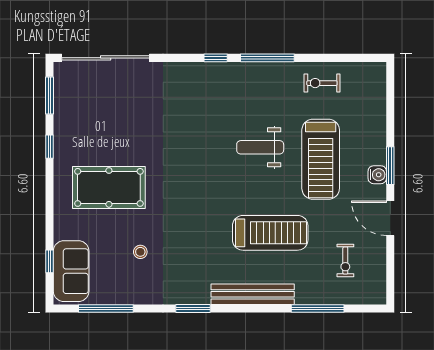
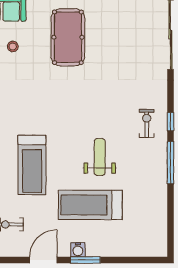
exercise bike: (322, 83) -> (147, 123), moved
stool: (140, 252) -> (13, 47), moved

